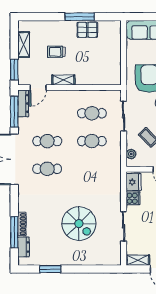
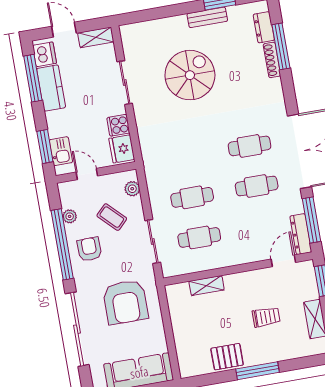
window: (80, 17) -> (258, 371), moved
shelving: (63, 80) -> (207, 286), moved
spiral stairs: (79, 224) -> (190, 75), turned 90
bench: (60, 260) -> (207, 17), added

